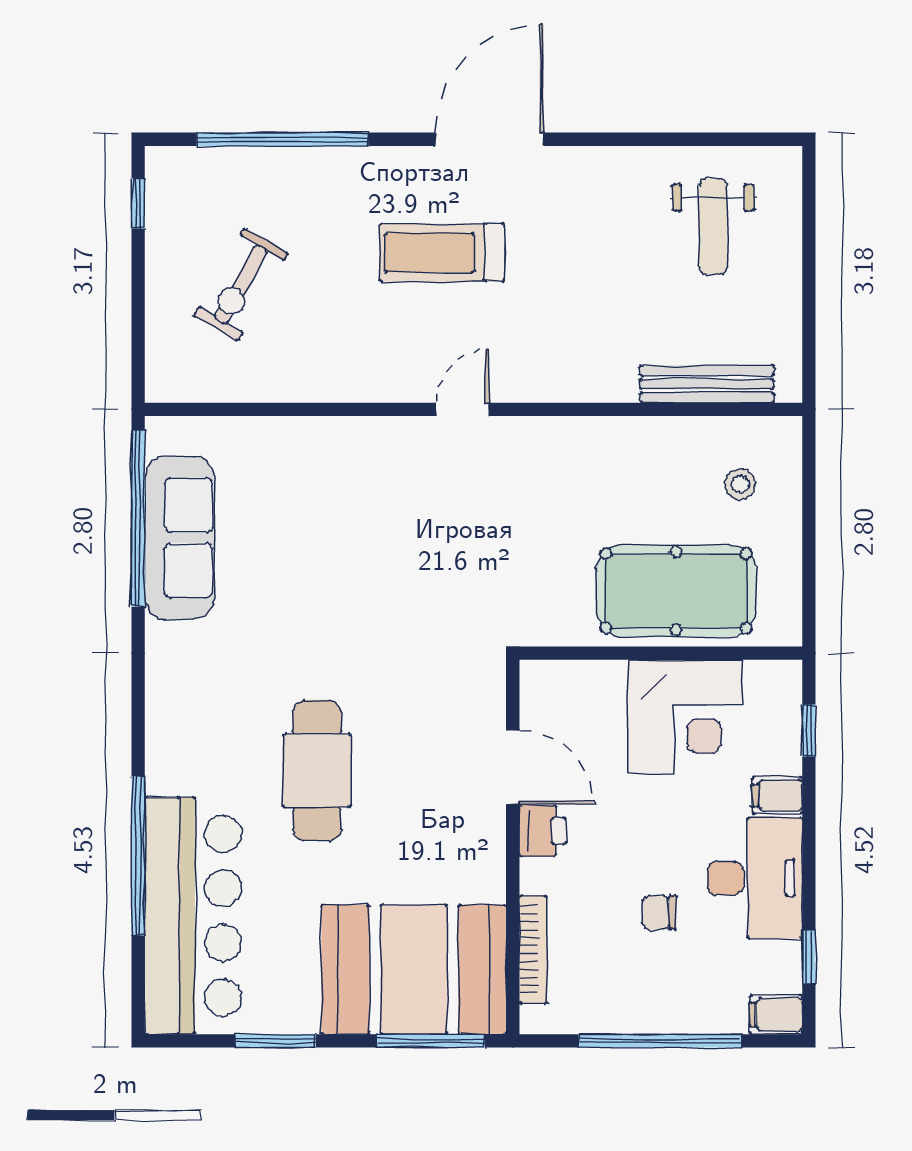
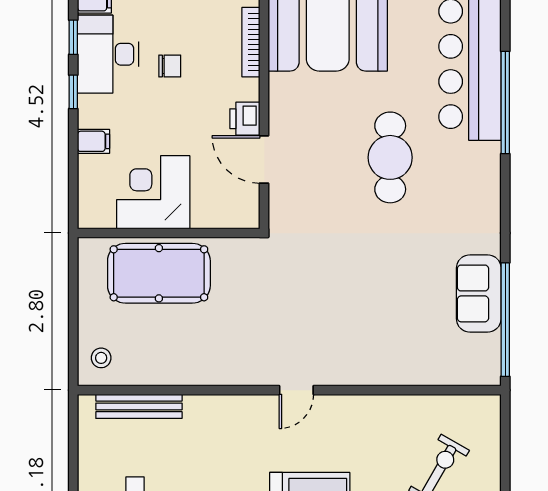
stool: (740, 484) -> (101, 358), moved
sofa: (179, 538) -> (479, 293), width x0.73
window: (809, 730) -> (73, 92), moved
desk: (755, 878) -> (108, 54), moved

